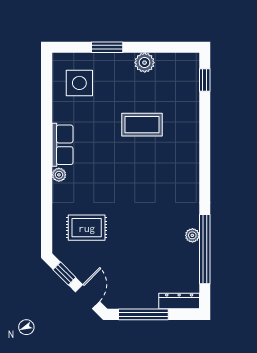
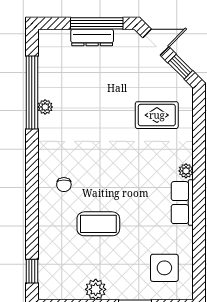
chair: (175, 162) -> (64, 185), added
door: (88, 297) -> (156, 42), swing flipped
dresser: (179, 301) -> (92, 37), moved

